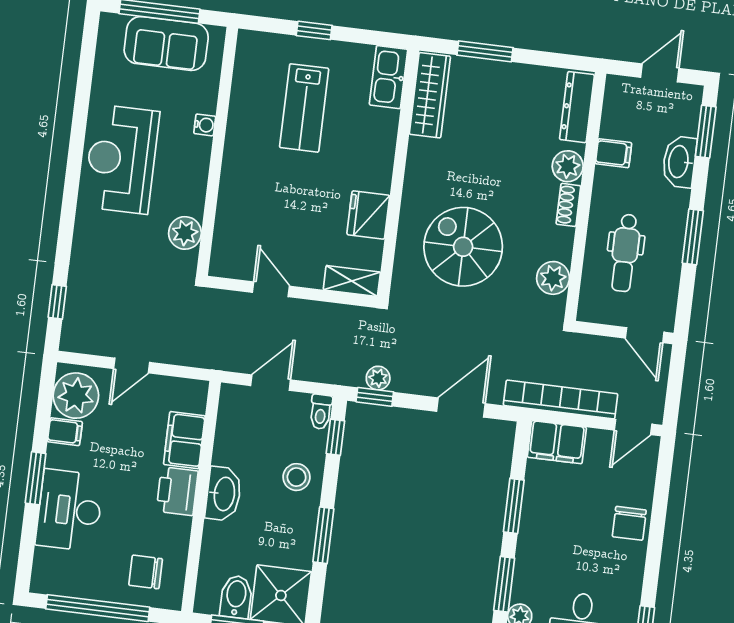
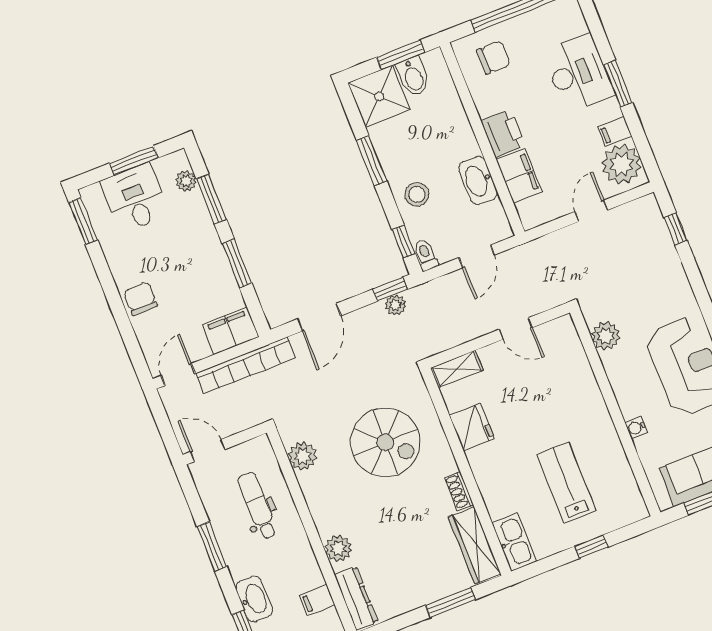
filing cabinet: (614, 153) -> (317, 600), moved
shoe rack: (568, 205) -> (459, 491), moved, turned 180
washbasin: (223, 494) -> (478, 181), moved

